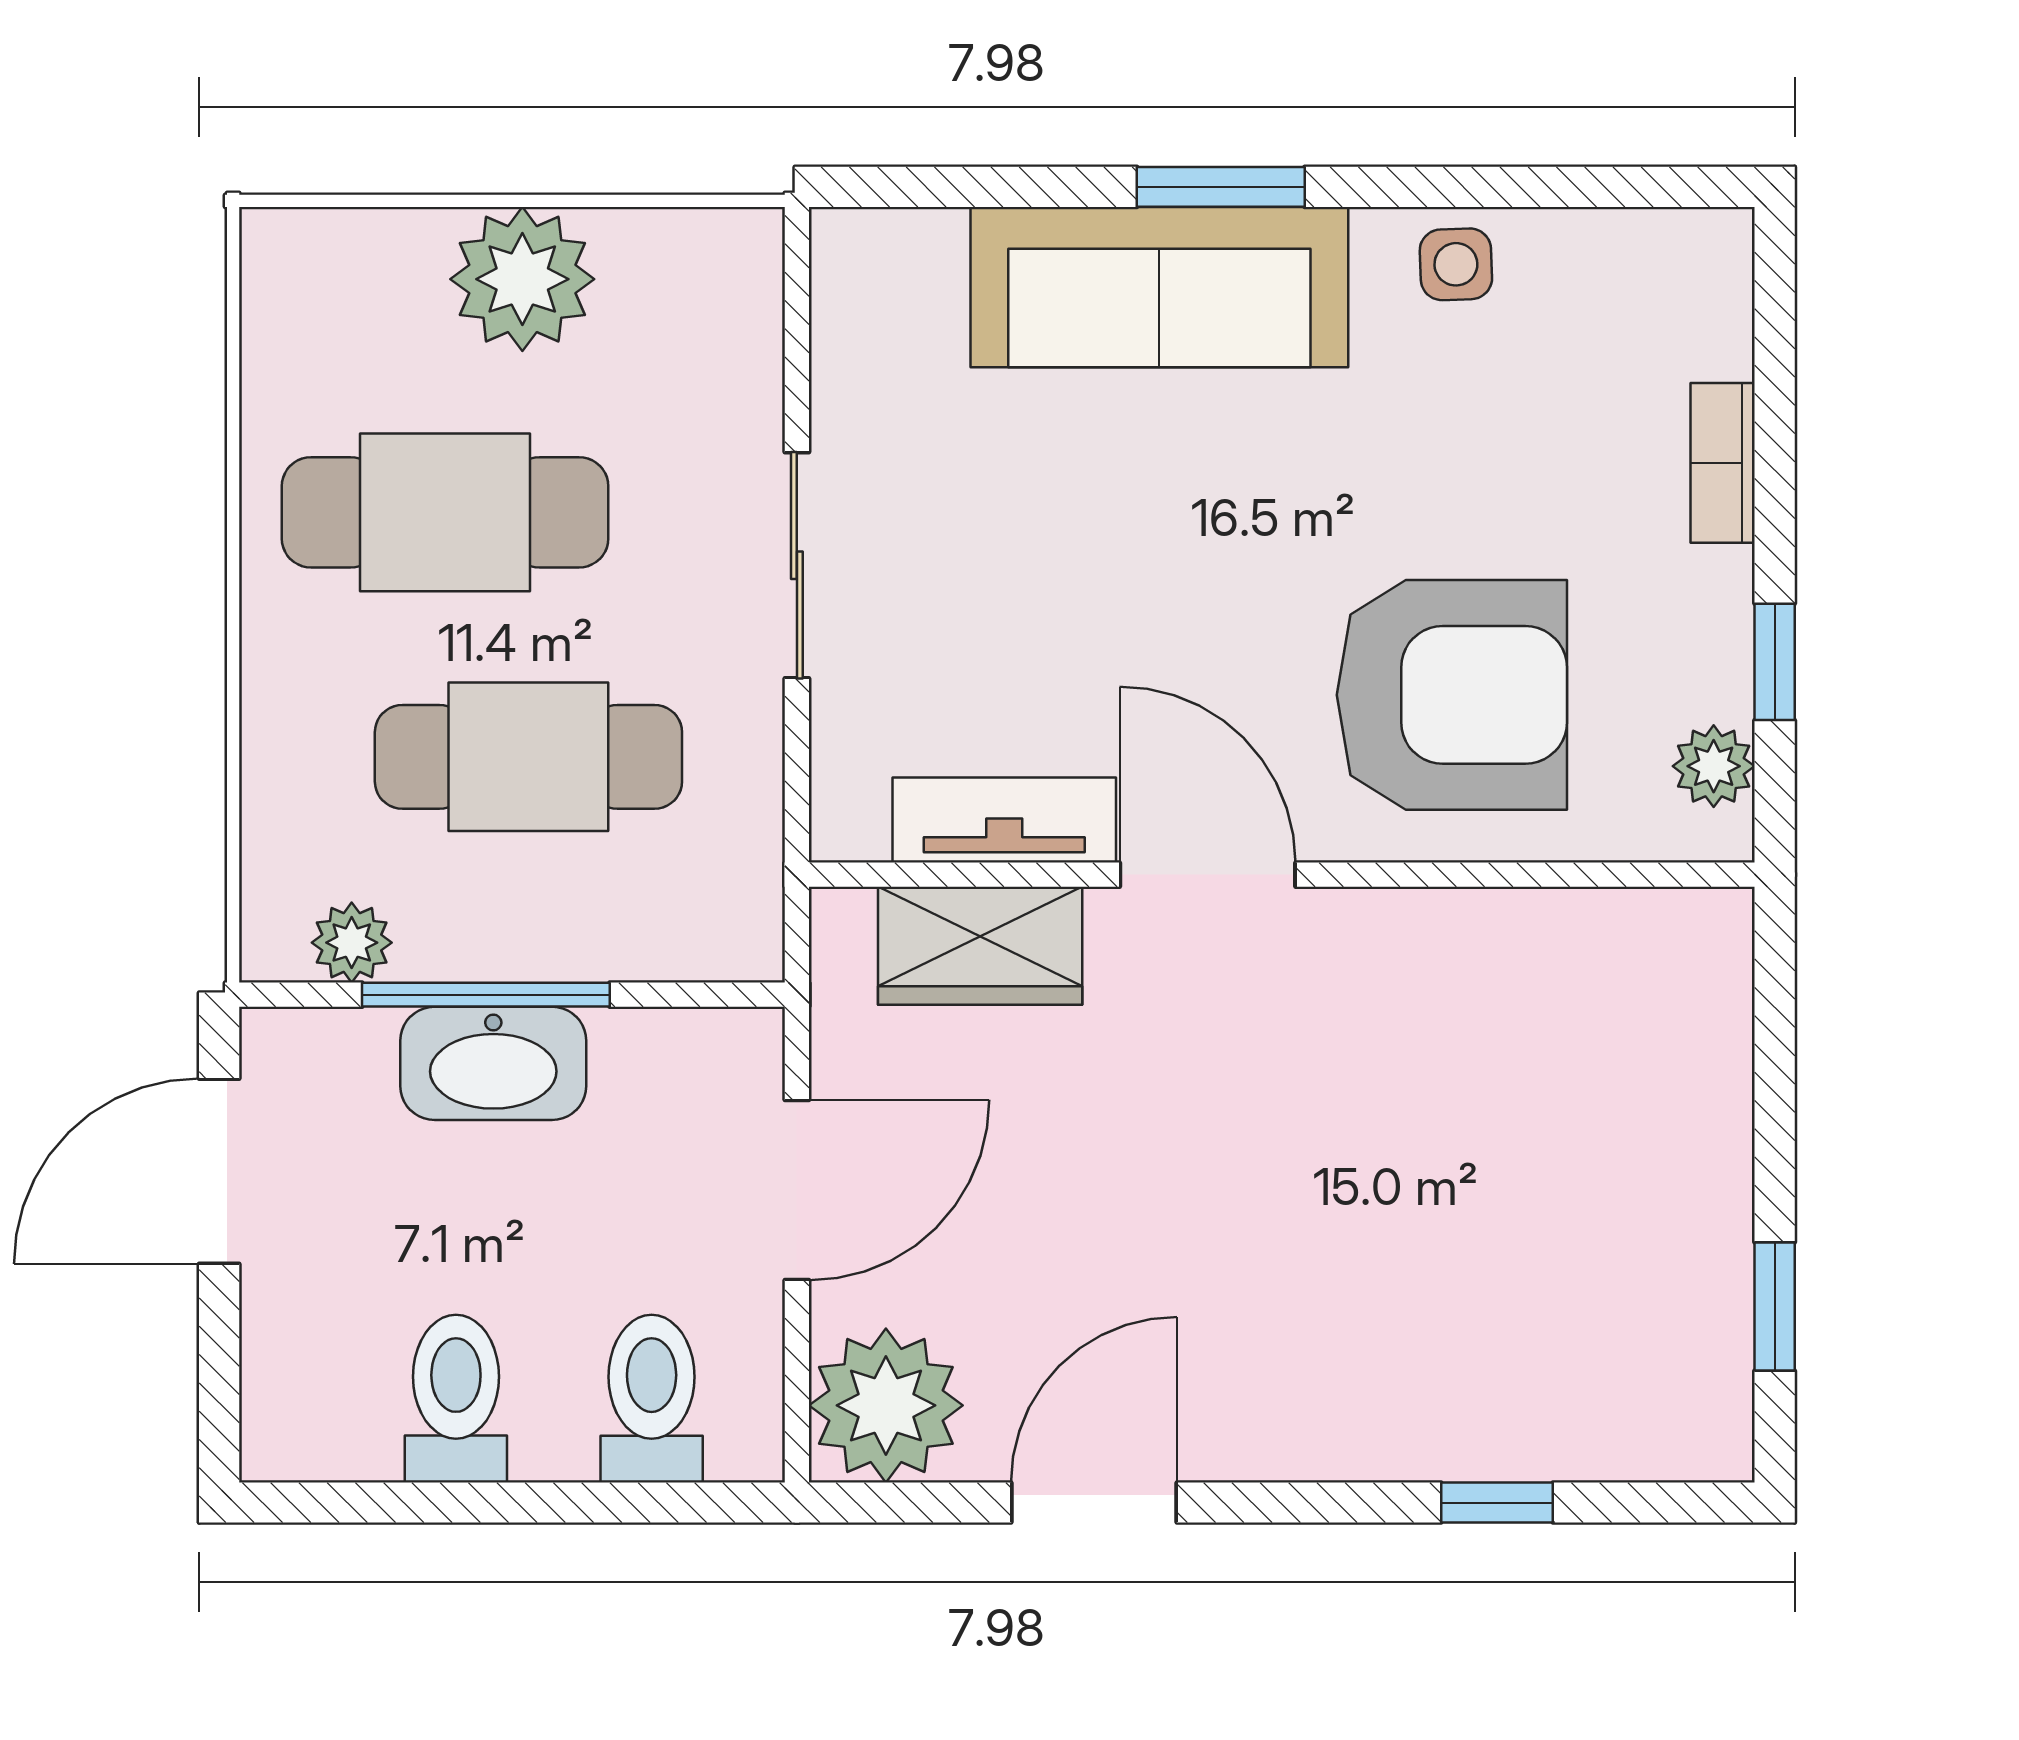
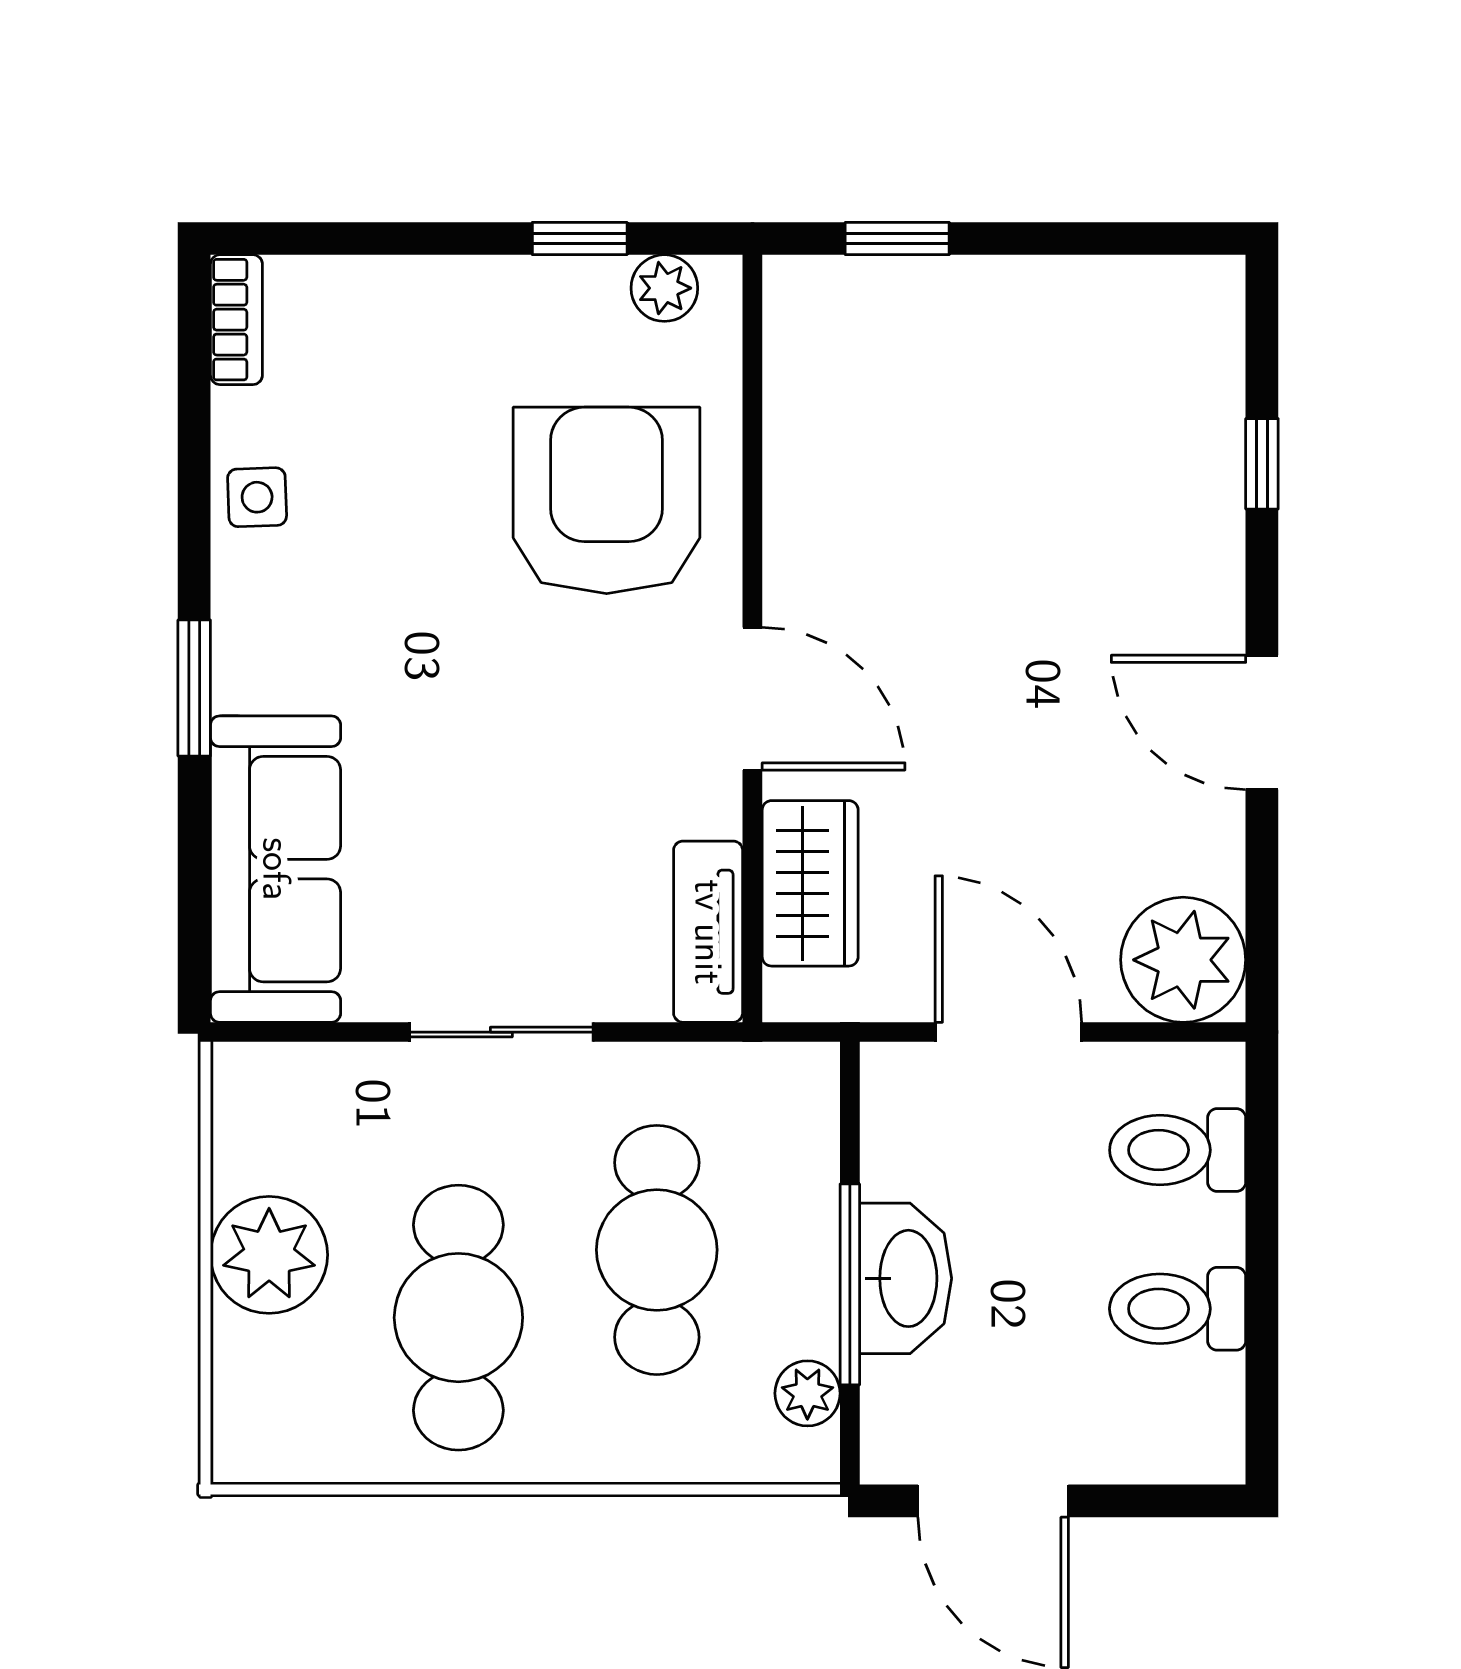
sofa: (1159, 287) -> (276, 869), moved
bookcase: (1723, 463) -> (236, 320), moved, turned -90
tv unit: (1004, 820) -> (708, 932), moved
door: (1208, 875) -> (752, 699), swing flipped
window: (1775, 1307) -> (897, 238), moved
door: (1094, 1503) -> (1262, 722), moved

